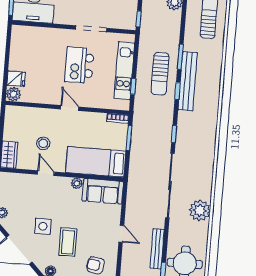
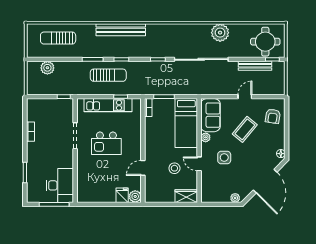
bench: (188, 81) -> (121, 30), moved
door: (70, 108) -> (143, 168), moved
door: (46, 173) -> (199, 164), hinge flipped
side table: (43, 226) -> (224, 157), moved
coffee table: (68, 242) -> (245, 129), moved, turned -50

